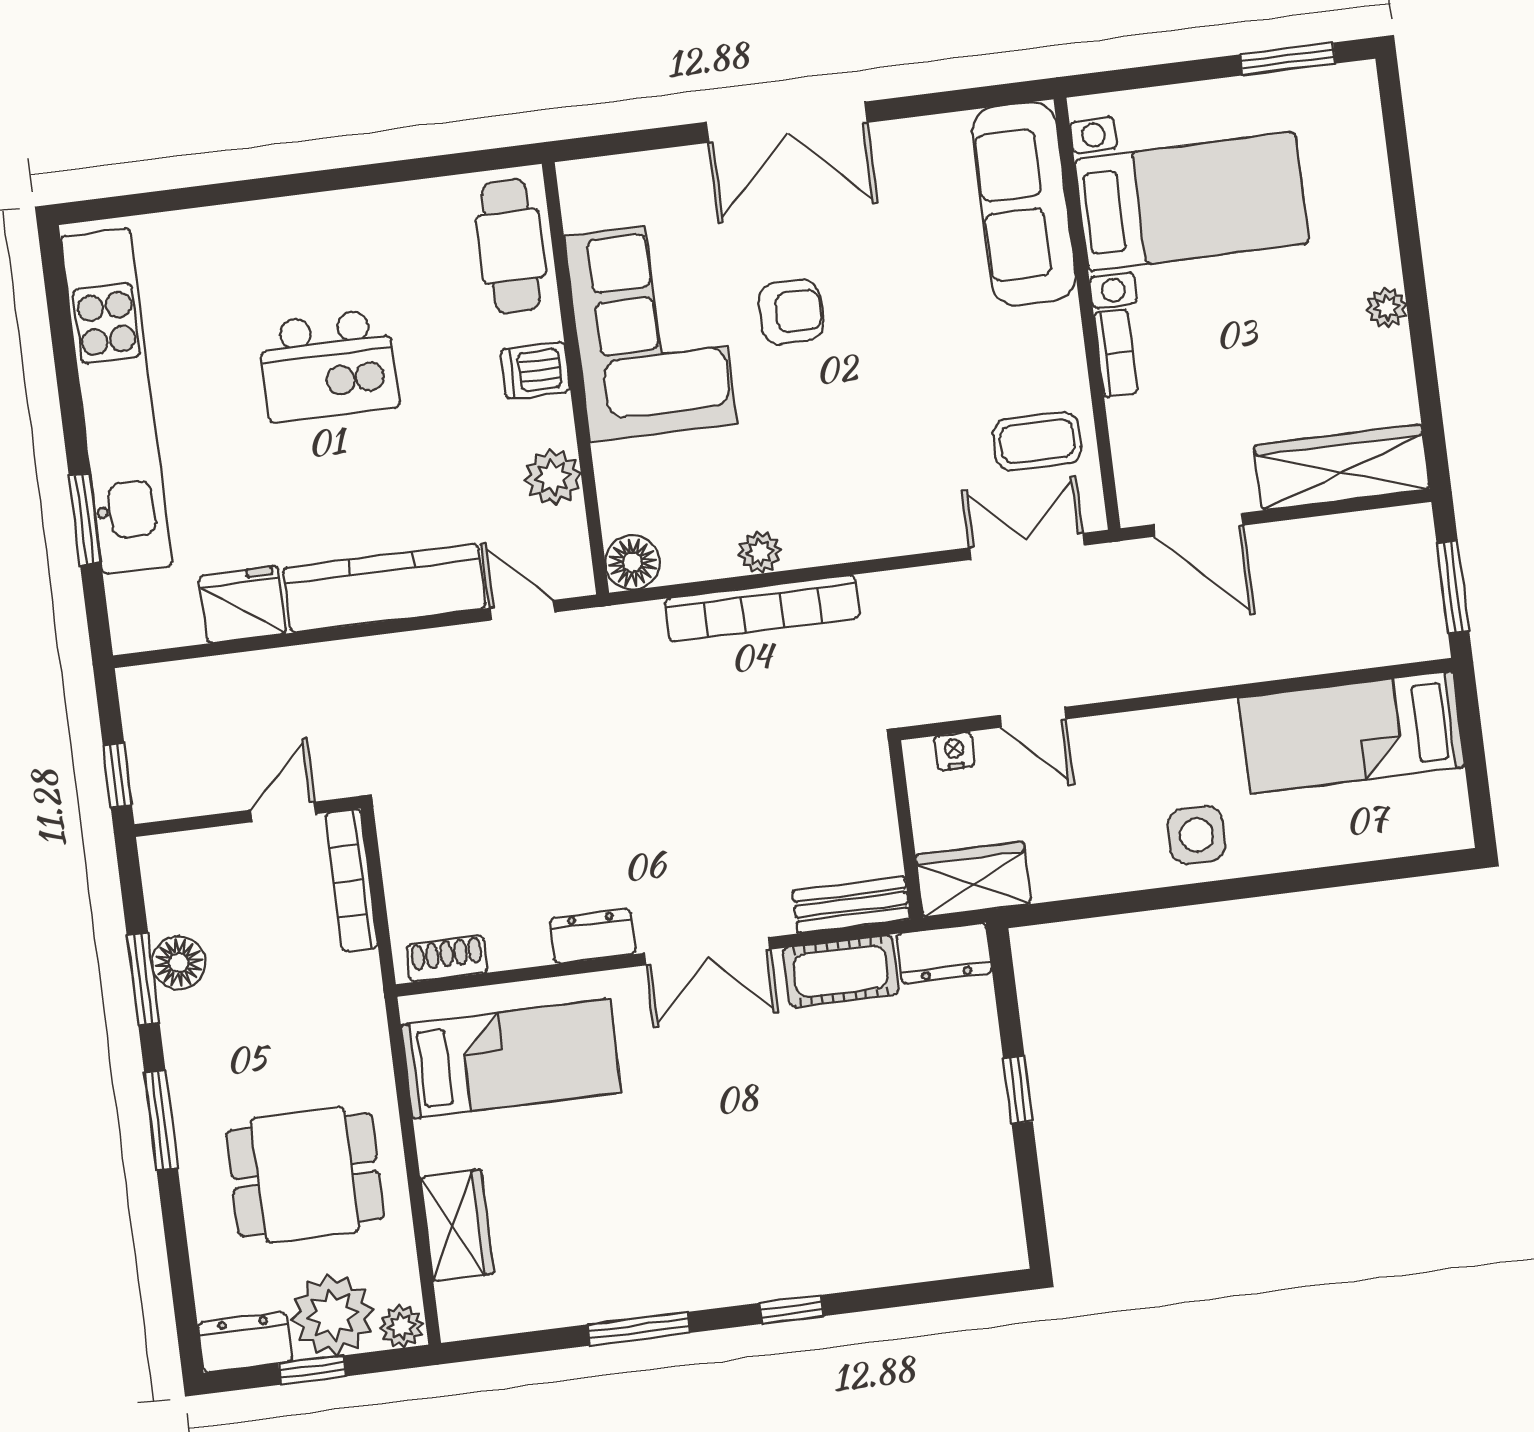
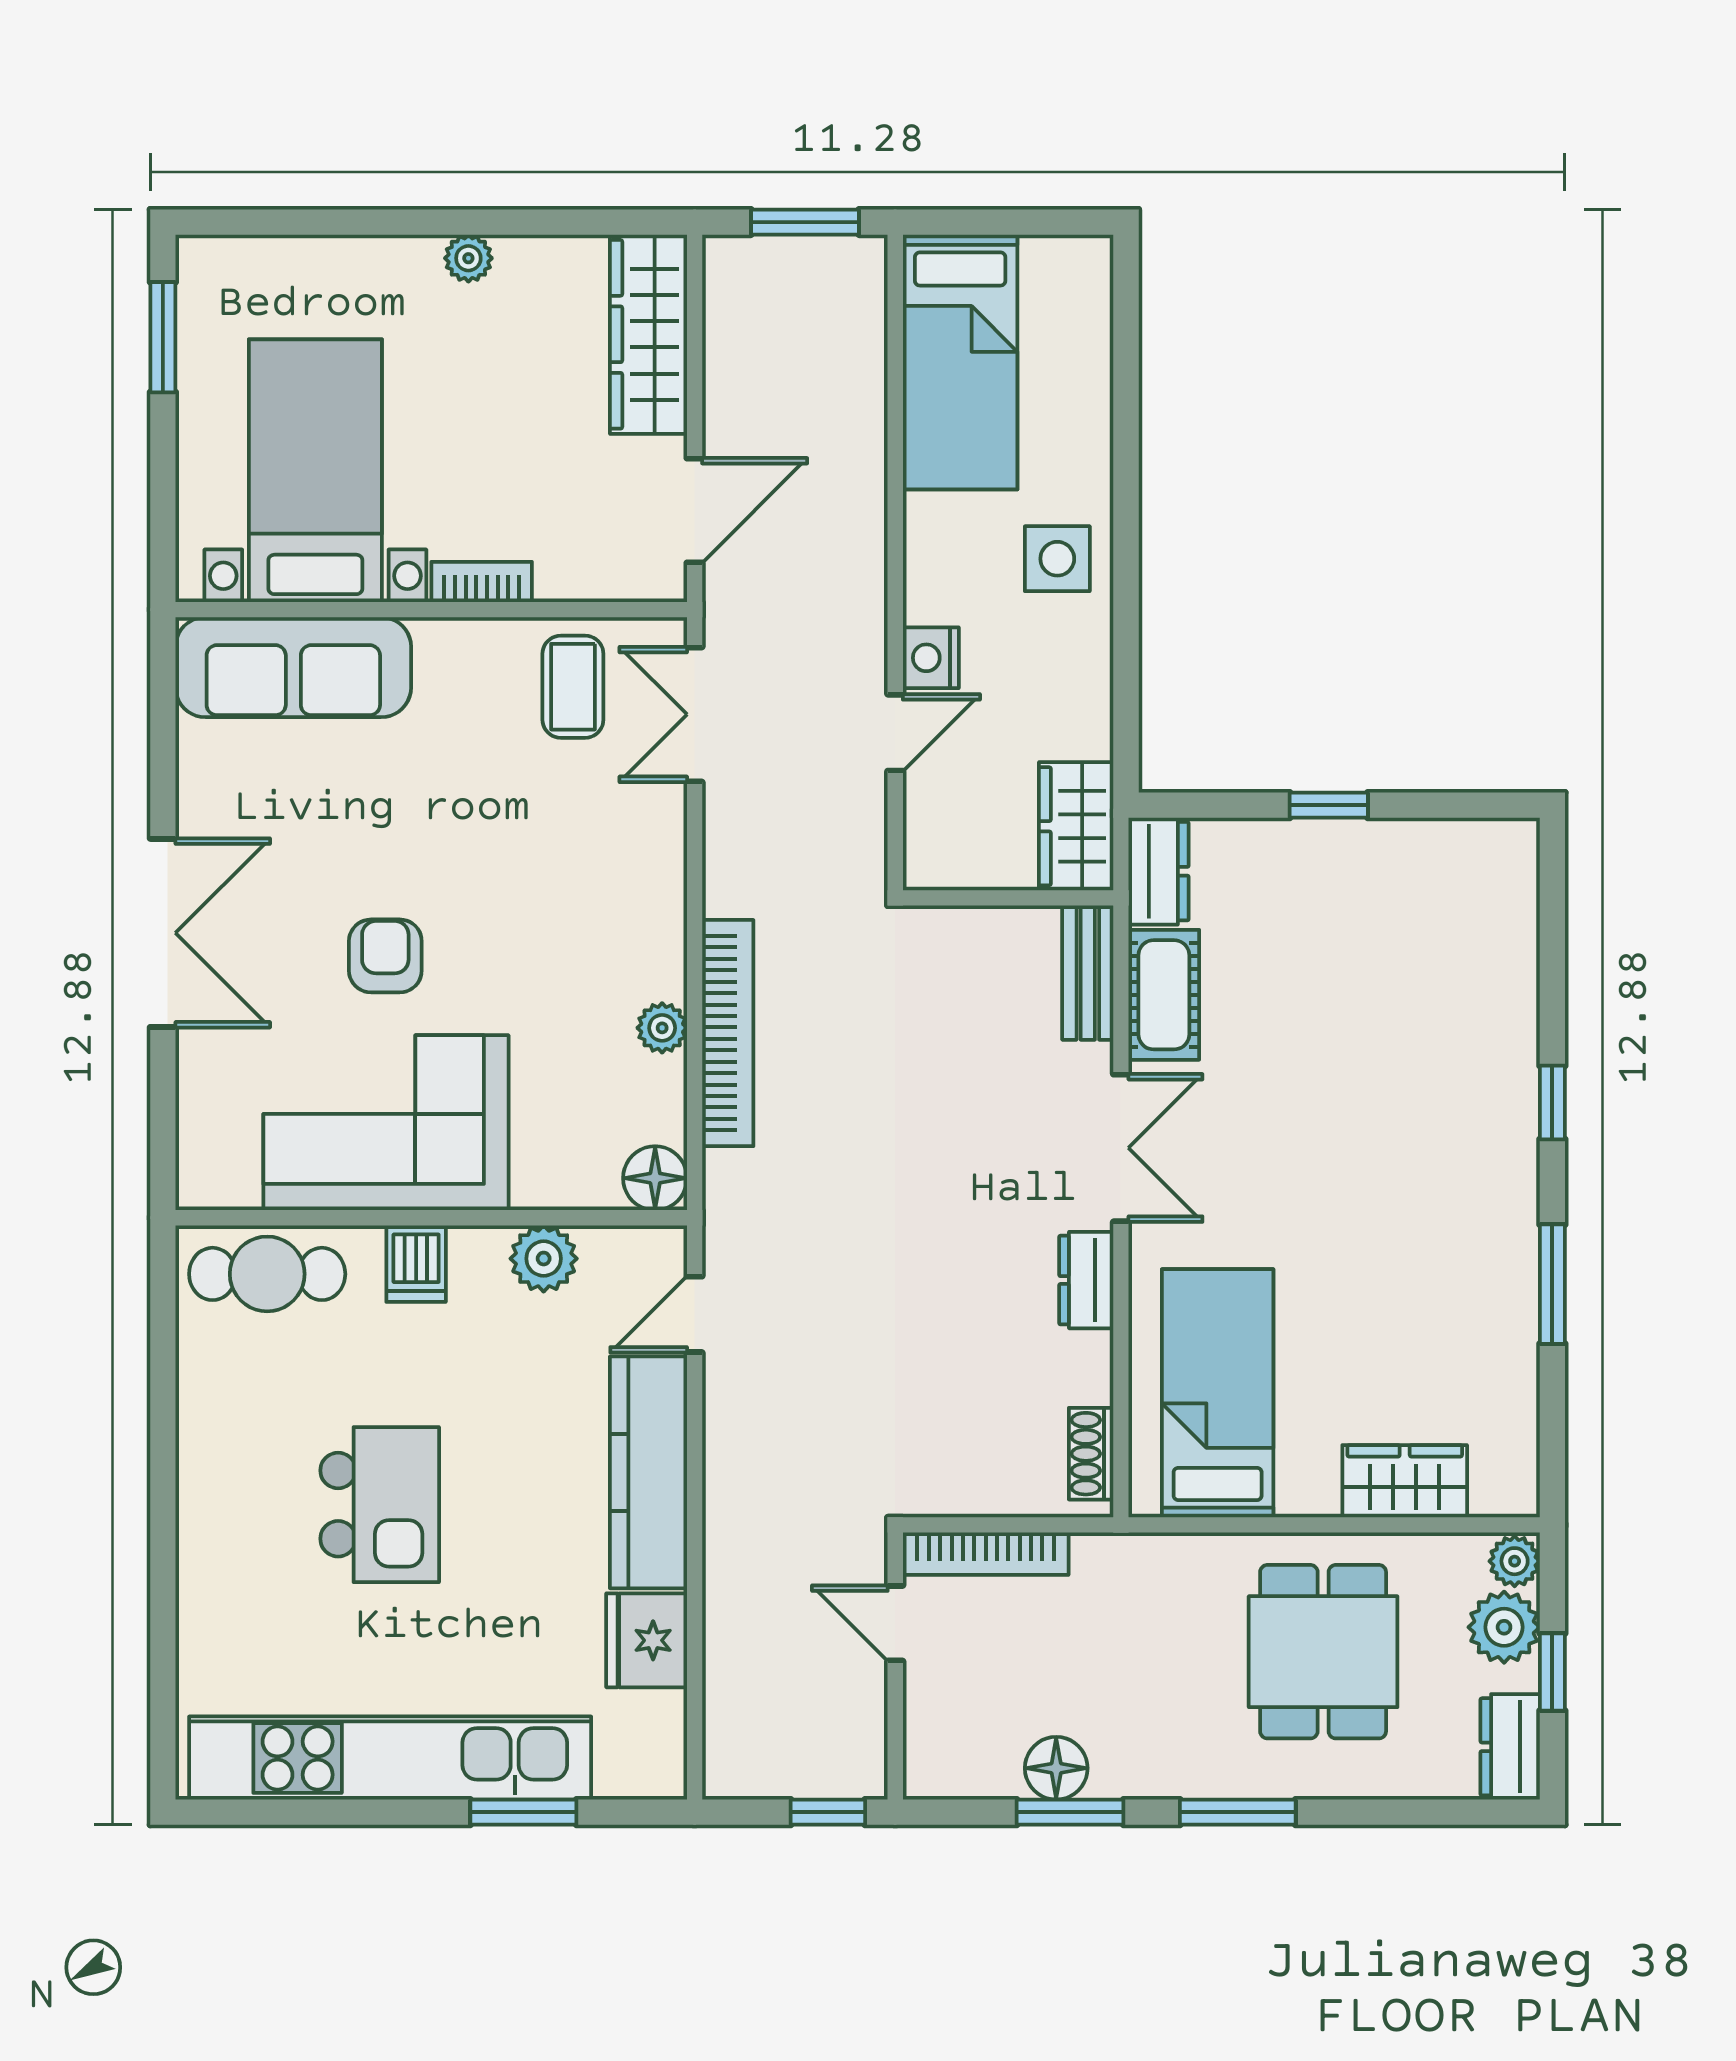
nightstand: (954, 751) -> (931, 658), moved, width x1.39, depth x1.35
plant: (333, 1315) -> (1504, 1627), width x0.73, depth x0.73

